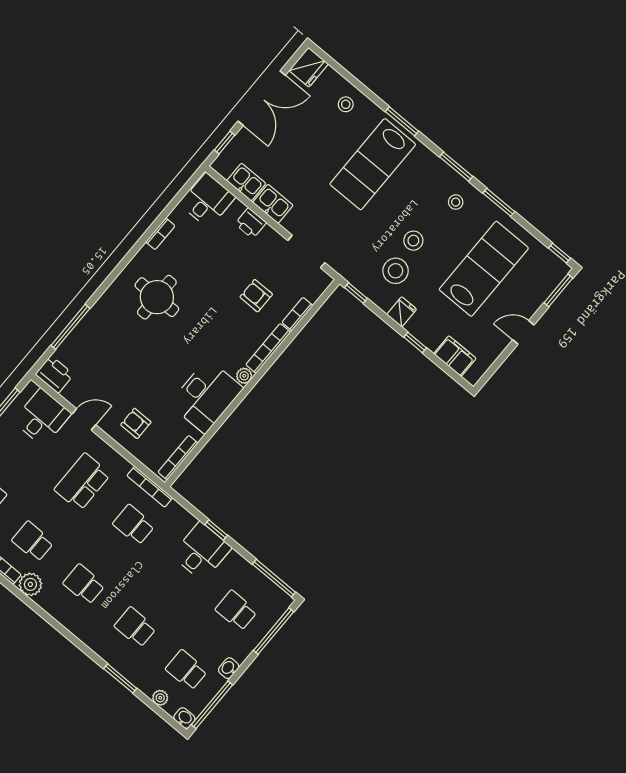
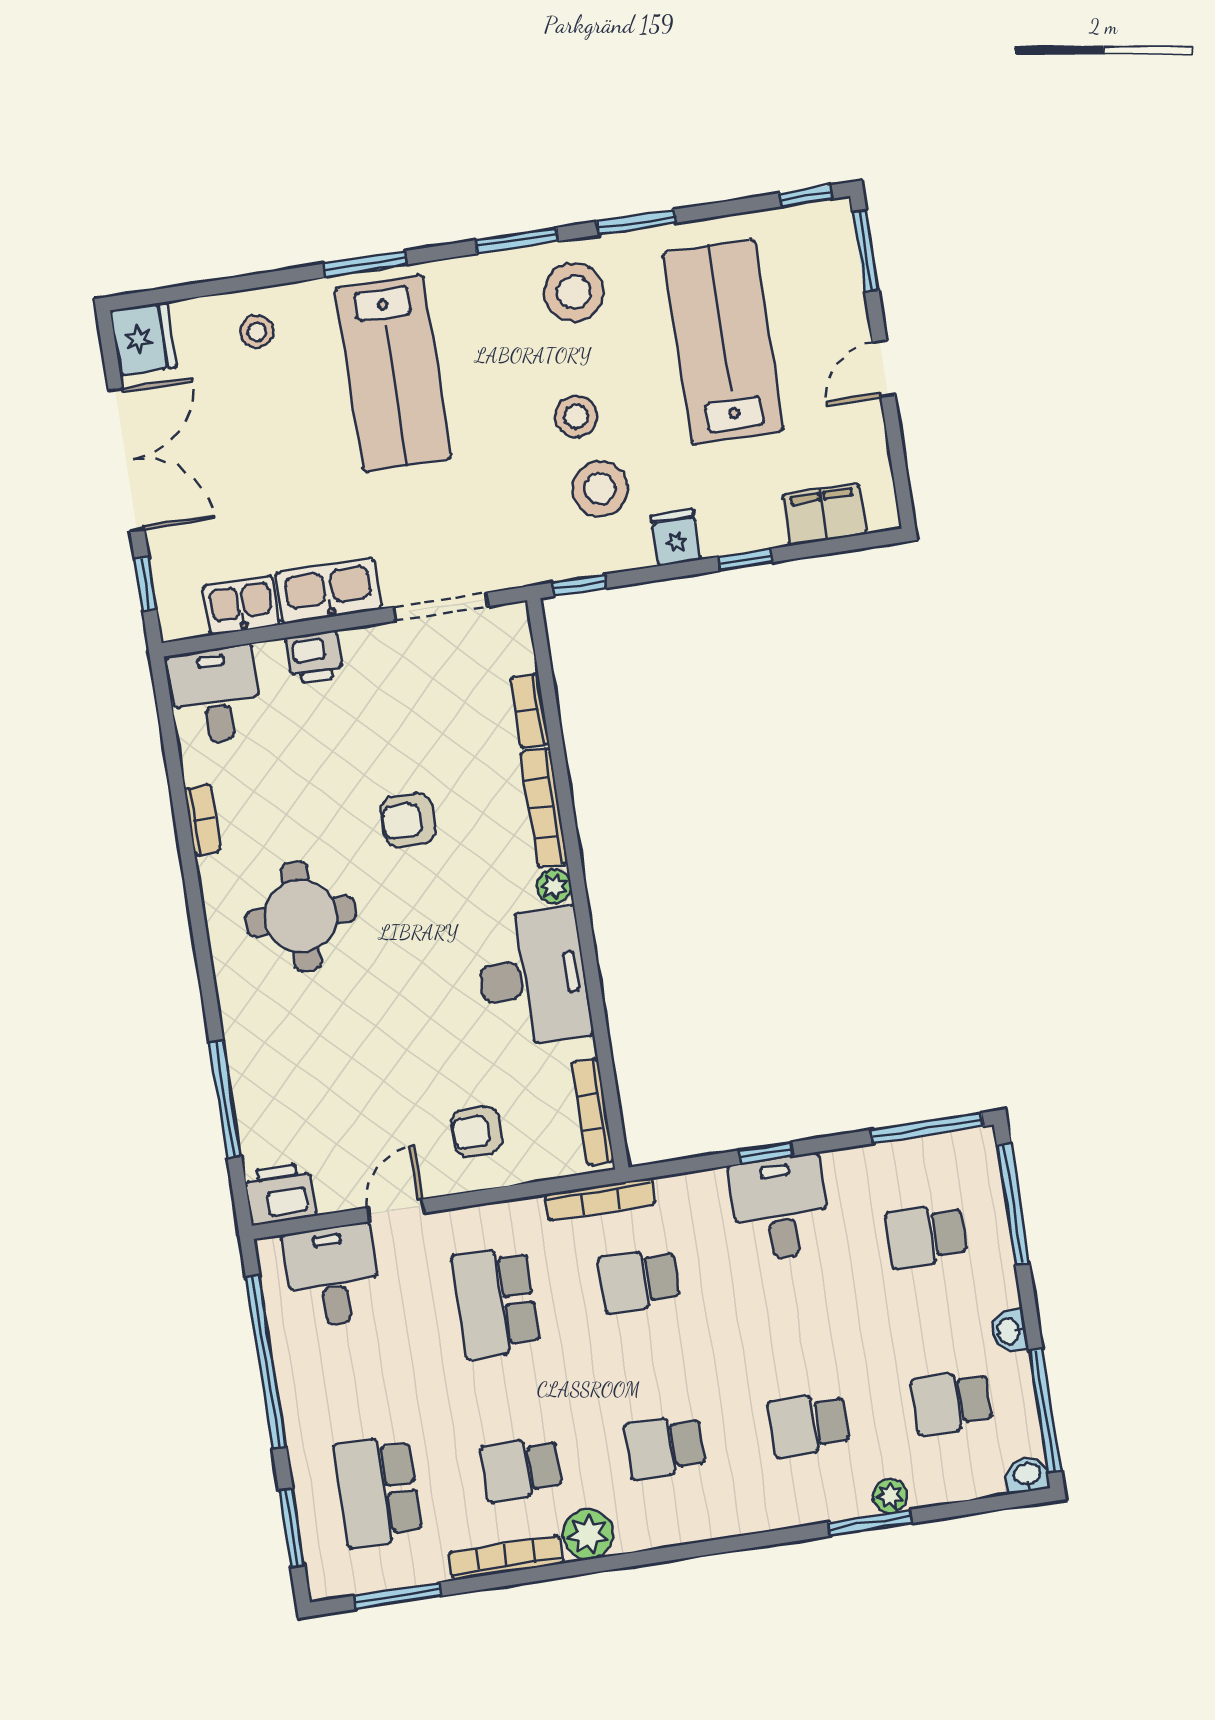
stool: (456, 202) -> (574, 292), width x1.89, depth x1.89
kitchen sink: (273, 204) -> (328, 591), width x1.38
armchair: (256, 296) -> (408, 820), moved
plant: (160, 698) -> (890, 1496), moved

